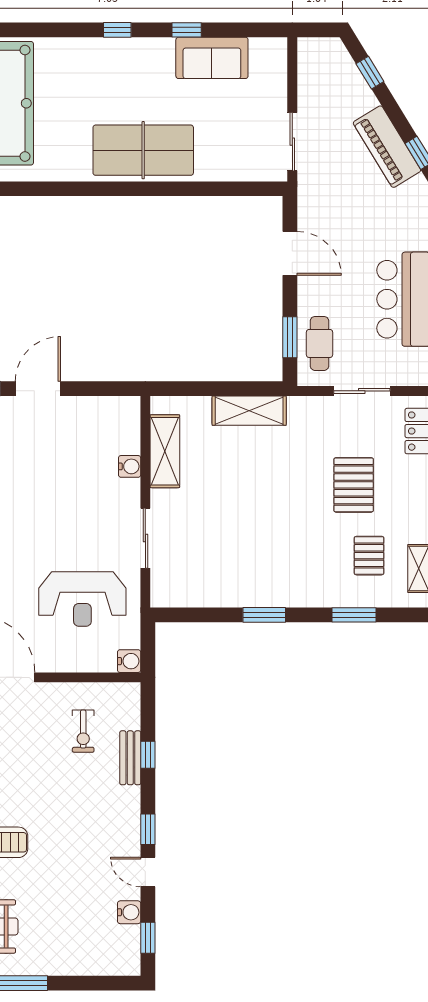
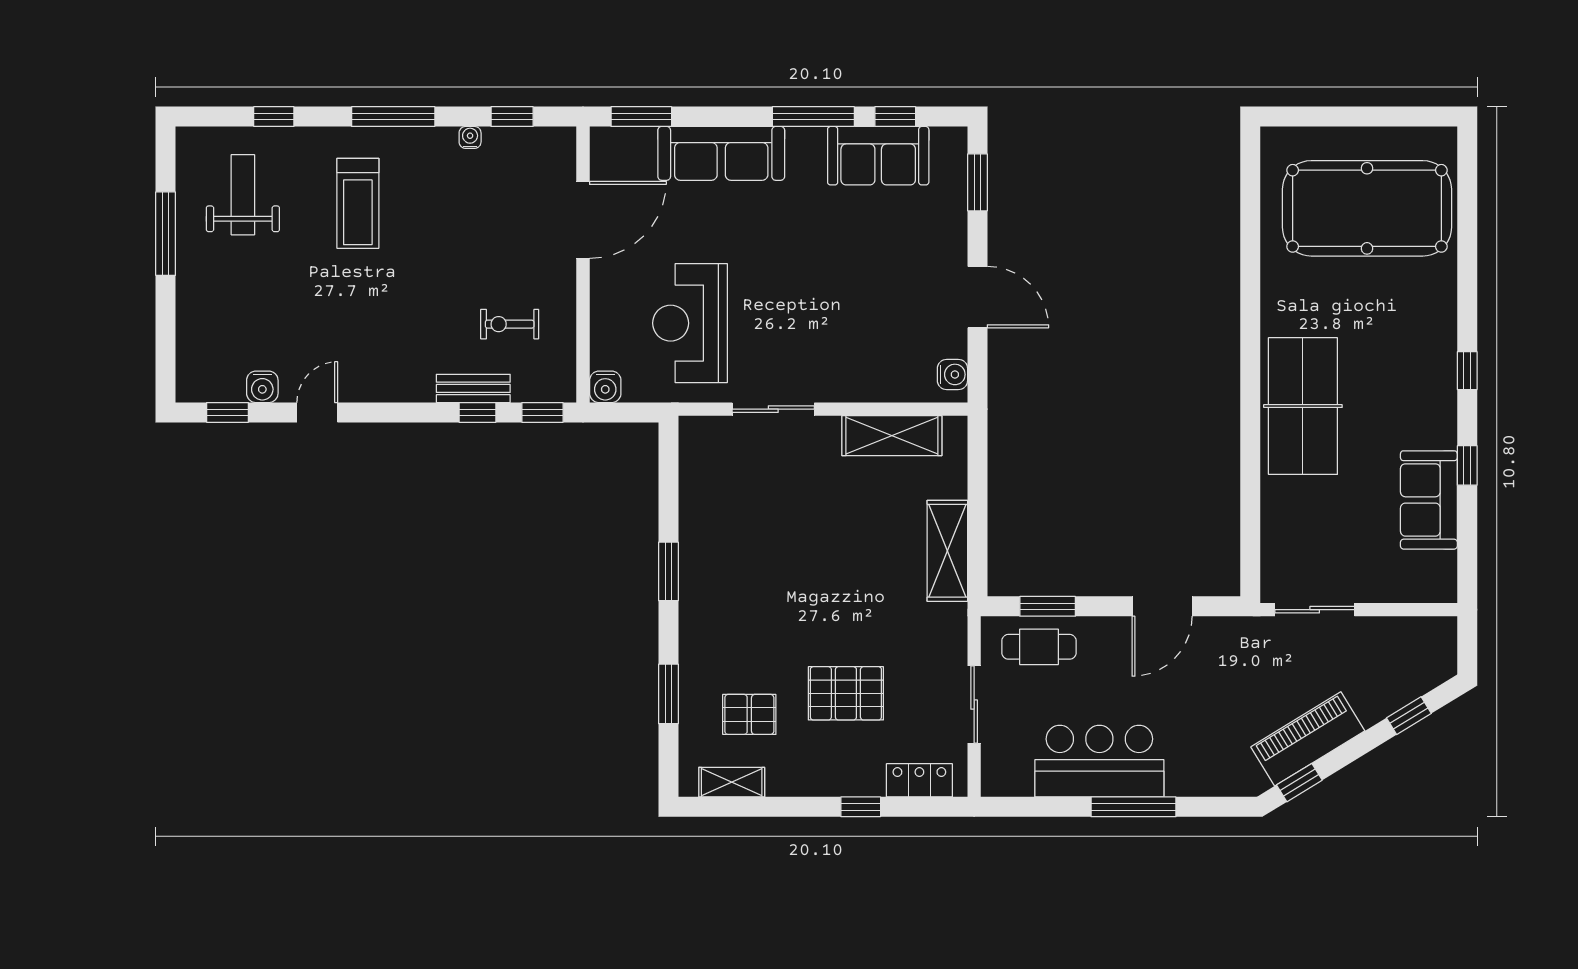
door: (38, 389) -> (977, 297), moved
water cooler: (130, 466) -> (952, 374), moved, turned -90
window: (148, 829) -> (542, 412), moved

